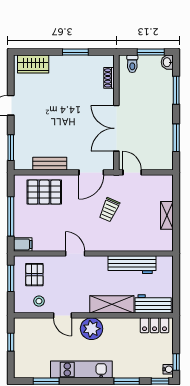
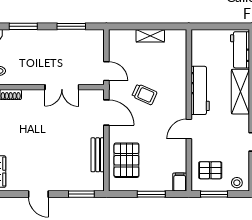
double door: (116, 128) -> (62, 87), width x0.73
door: (132, 172) -> (106, 71), swing flipped
window: (11, 216) -> (151, 194), width x0.69
workbench: (132, 265) -> (200, 90), moved
stool: (39, 301) -> (237, 183), moved

